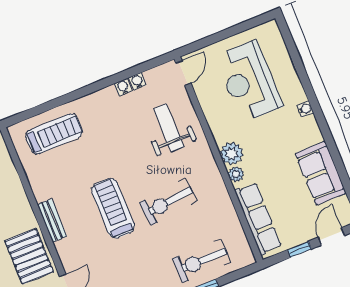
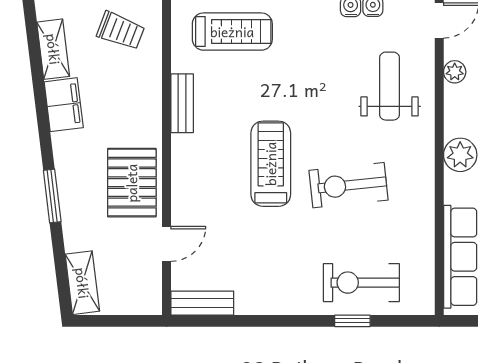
plant: (236, 174) -> (455, 72), moved
bench: (52, 221) -> (182, 103), moved

